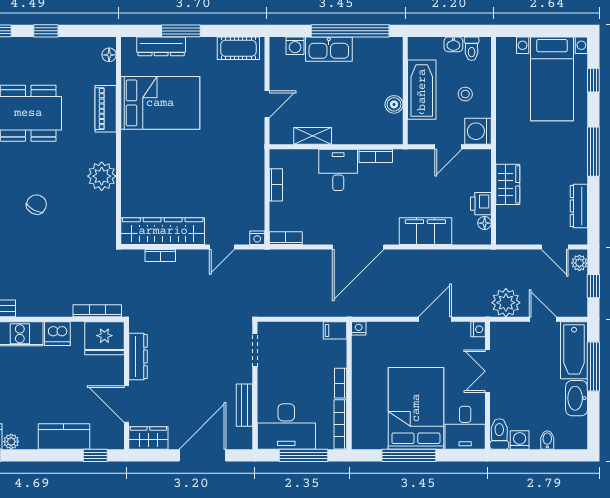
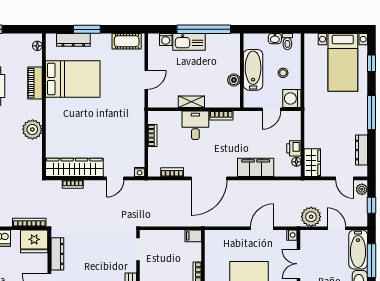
shelving: (313, 136) -> (191, 102), moved
wardrobe: (508, 184) -> (312, 163), moved
bookcase: (286, 238) -> (172, 172), moved
nightstand: (359, 328) -> (210, 234), removed

